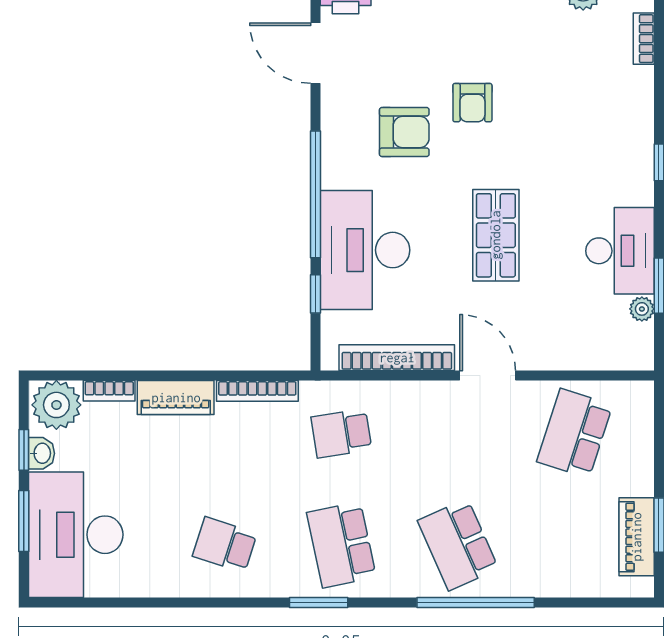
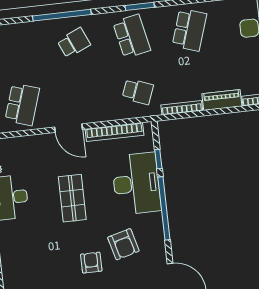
armchair: (404, 132) -> (123, 244), turned -105
school desk: (341, 433) -> (138, 91), turned 30
school desk: (225, 545) -> (189, 30), width x1.85
school desk: (458, 545) -> (74, 43), width x0.54

